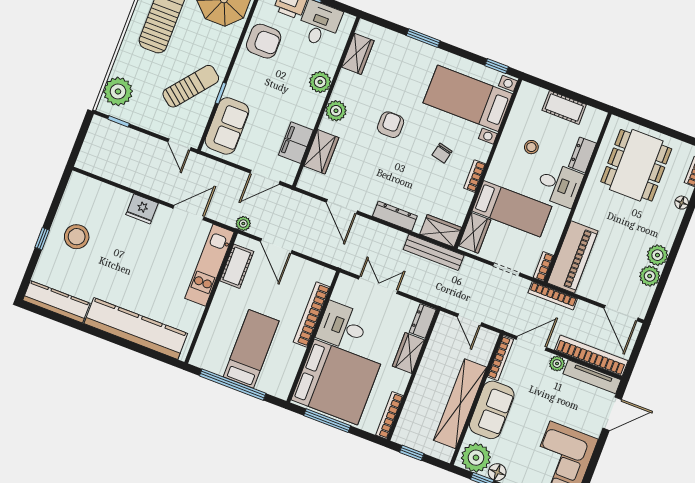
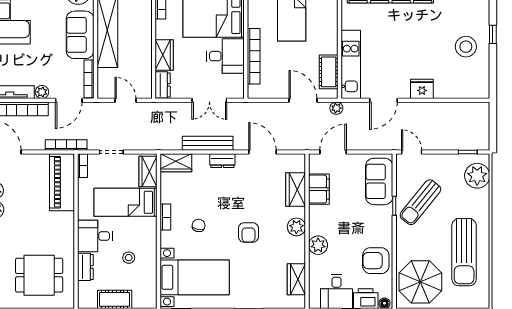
dining table: (636, 165) -> (39, 275), width x0.73
dresser: (395, 216) -> (222, 161), width x0.70
bench: (434, 252) -> (208, 143), moved

